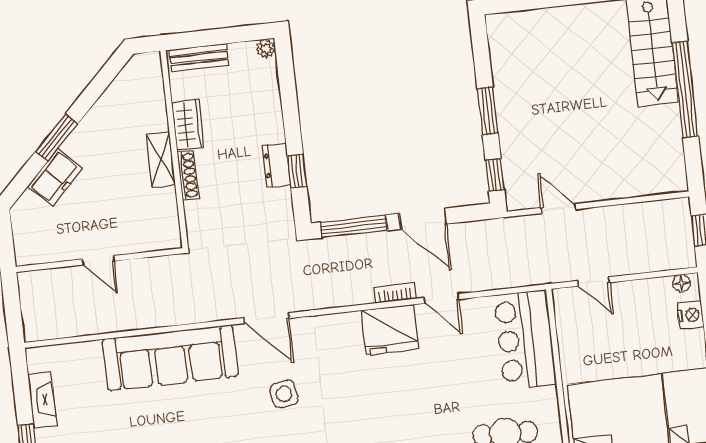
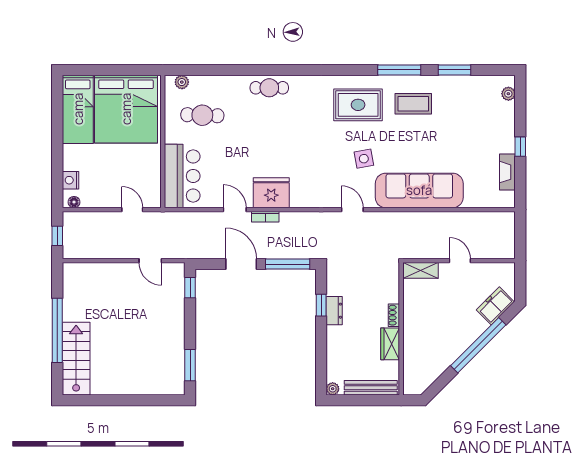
bench: (199, 58) -> (371, 388), width x1.36
window: (488, 111) -> (190, 365), moved
window: (57, 137) -> (478, 345), width x2.11
shelving: (161, 160) -> (421, 270), moved, turned 90
shoe rack: (188, 175) -> (394, 315), width x0.70
freezer: (55, 177) -> (495, 306), moved
door: (266, 318) -> (352, 210), width x0.73
side table: (284, 394) -> (364, 159), moved

